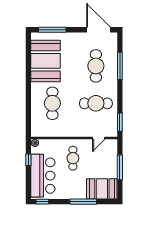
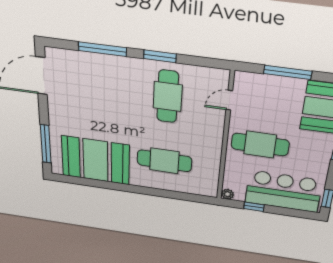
cafe table: (96, 66) -> (103, 88), removed
window: (120, 122) -> (160, 56), moved
door: (99, 138) -> (229, 100), swing flipped
cafe table: (73, 158) -> (260, 144), width x1.37, depth x1.35

